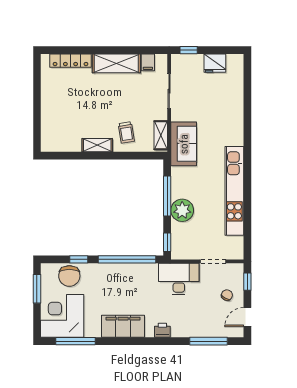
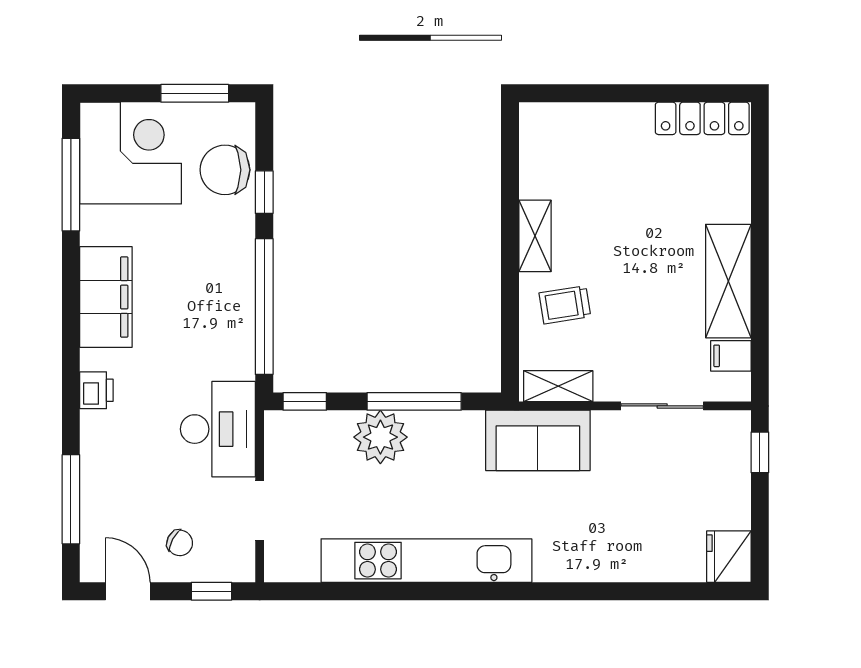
locker: (70, 61) -> (702, 118), moved, turned -90
fridge: (215, 63) -> (729, 557), moved

